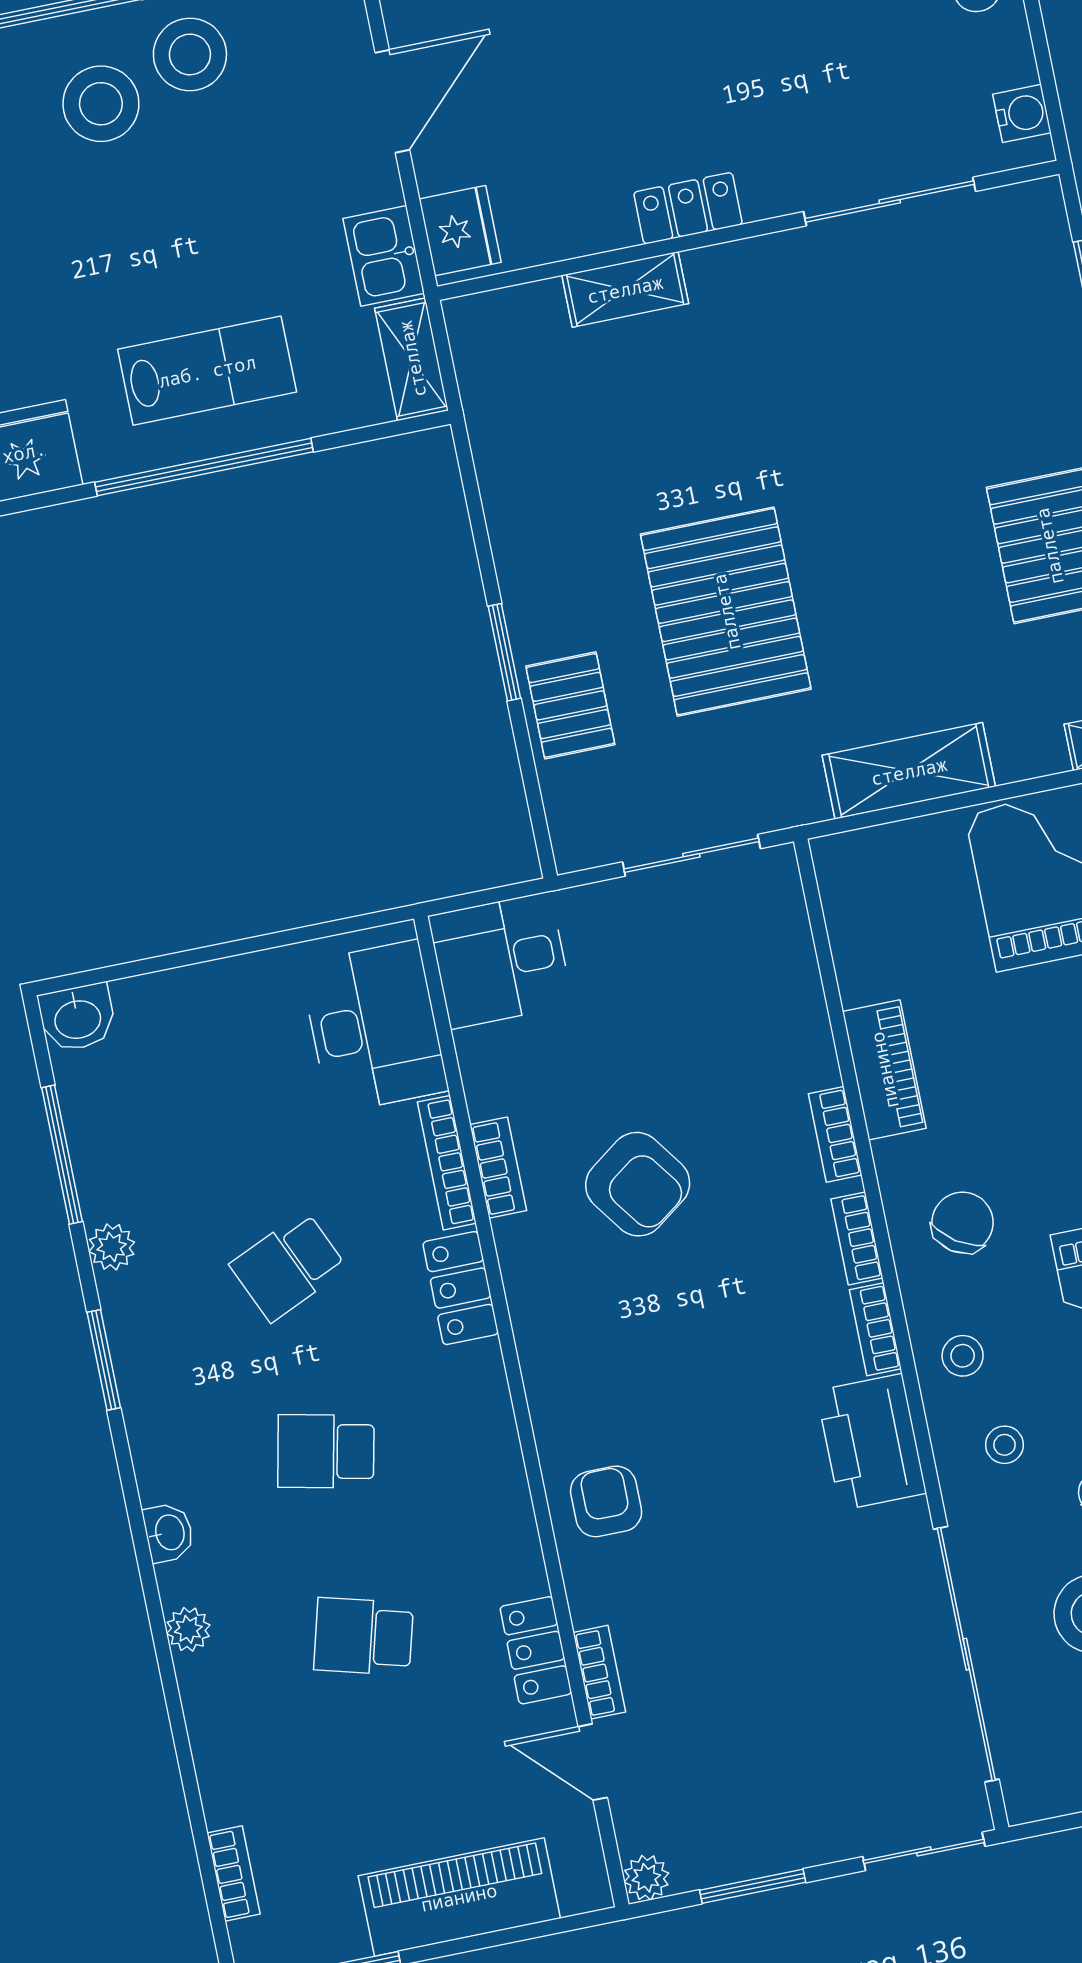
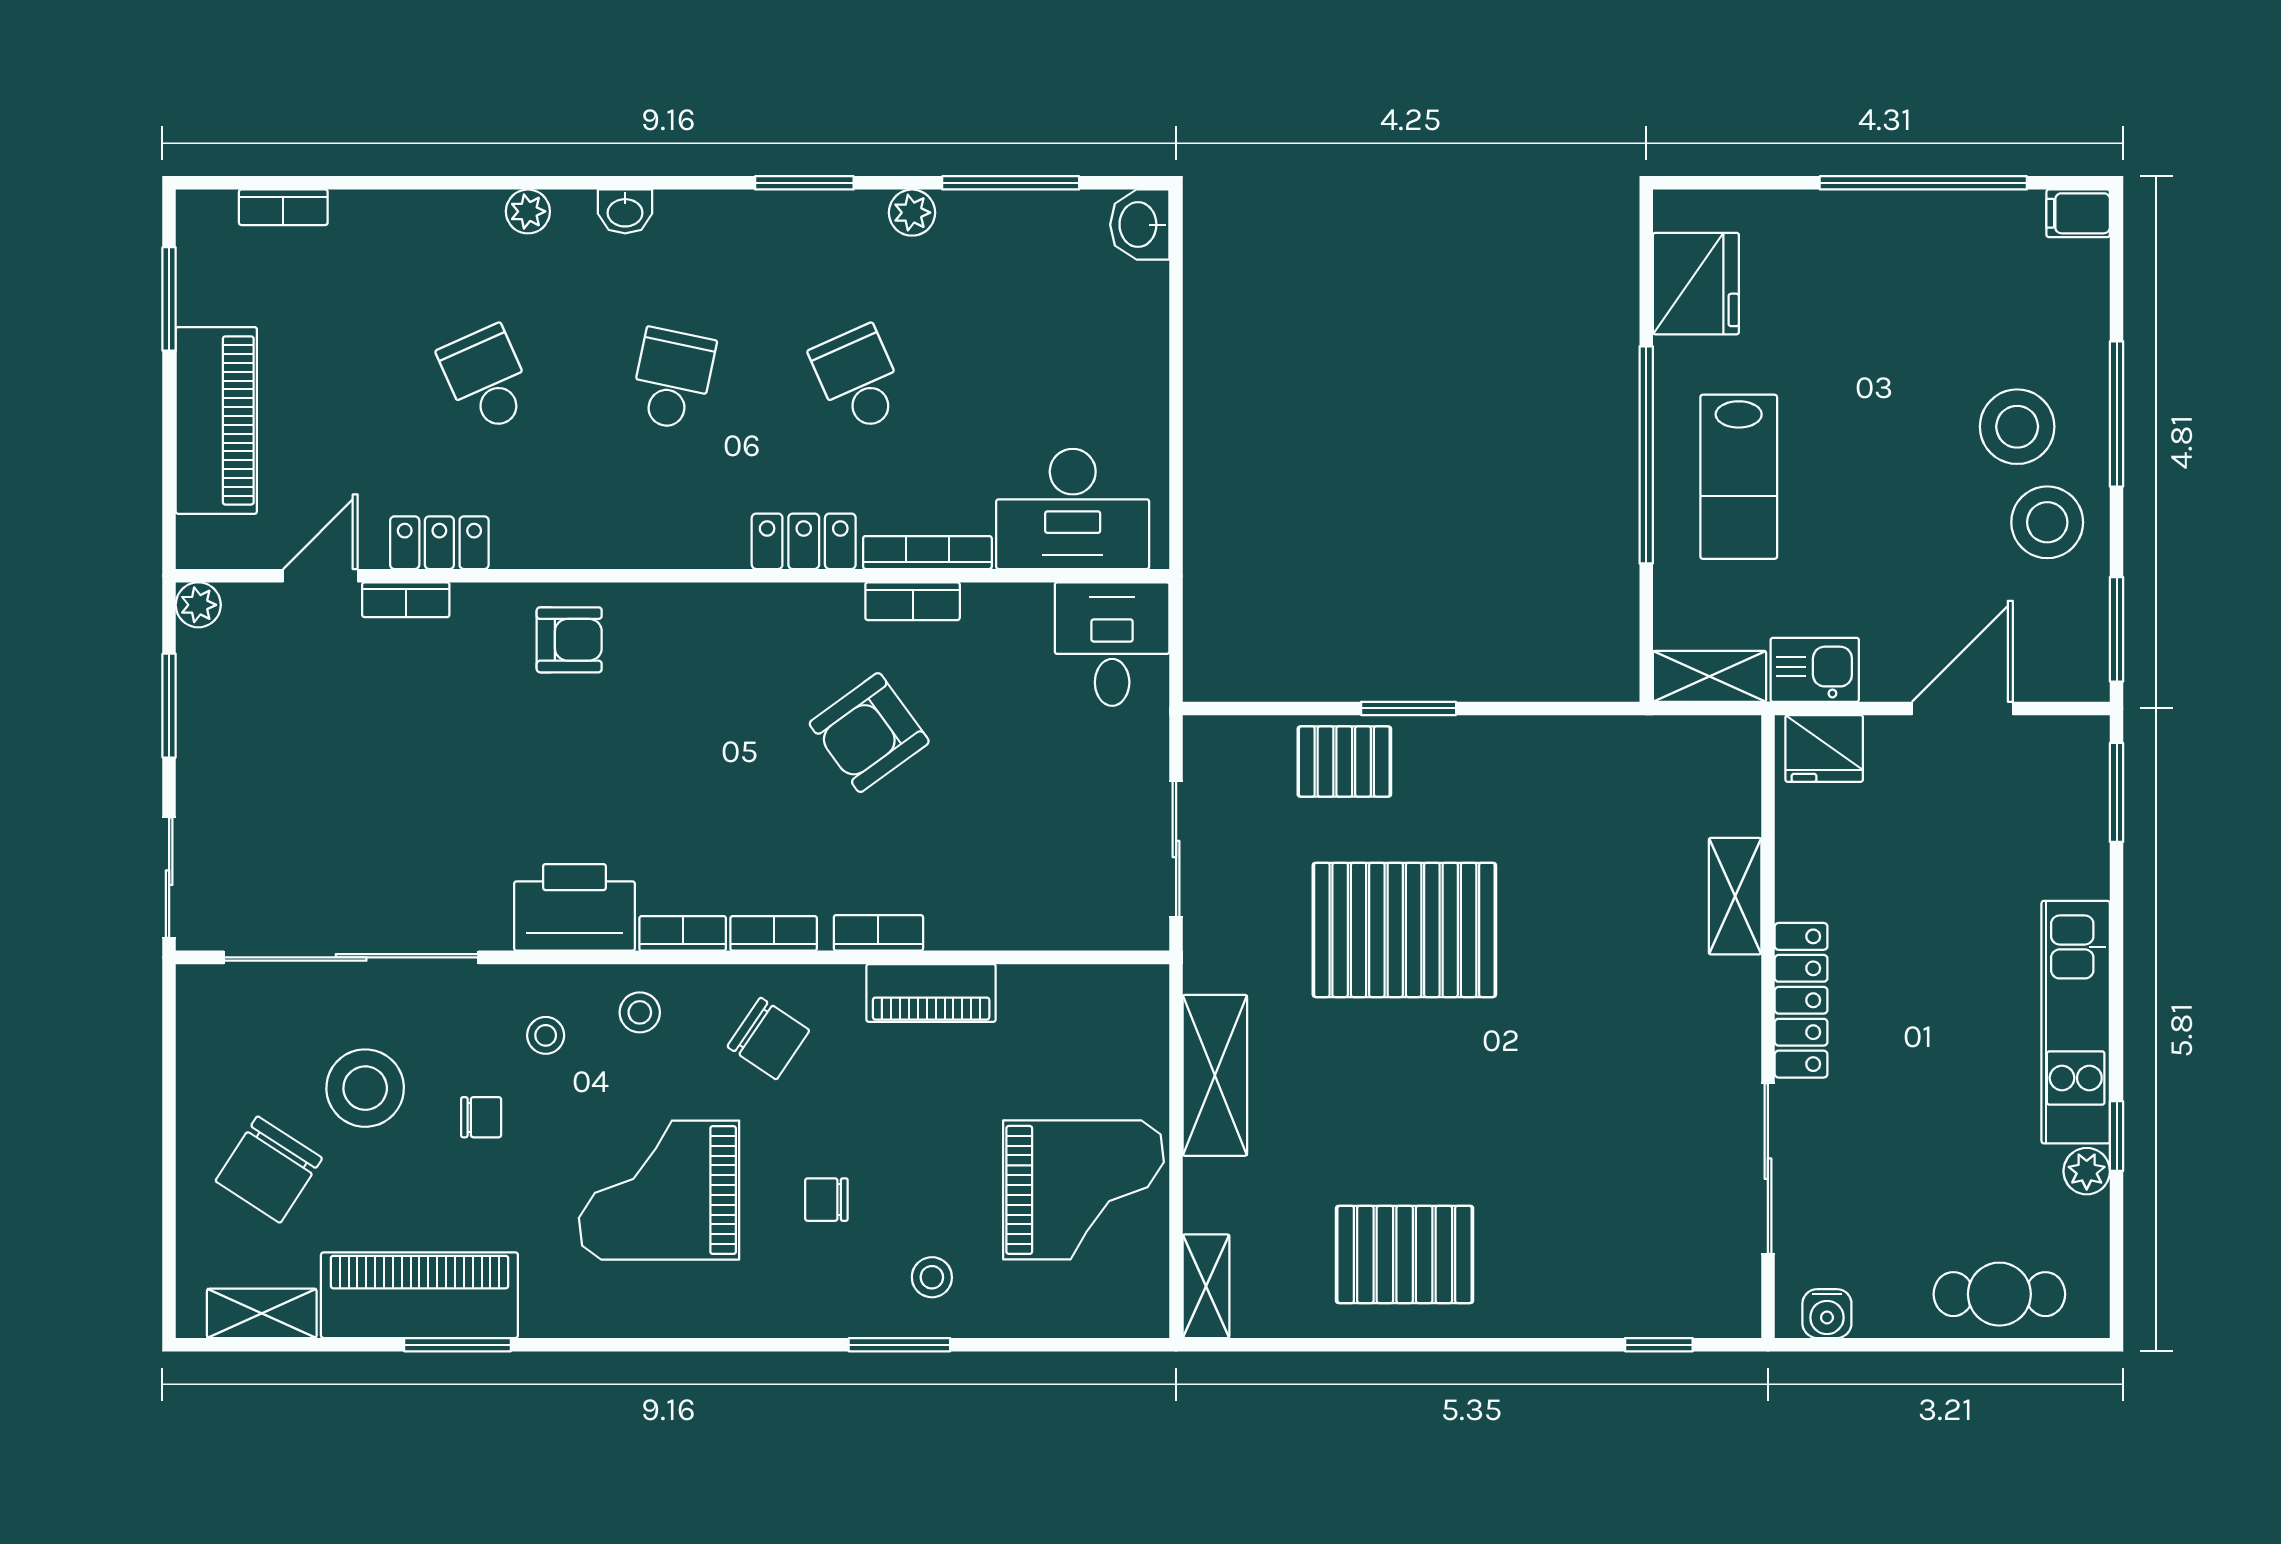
door: (392, 101) -> (1962, 708), swing flipped
locker: (688, 208) -> (1801, 1000), width x1.53
school desk: (364, 1636) -> (487, 379), turned -39

